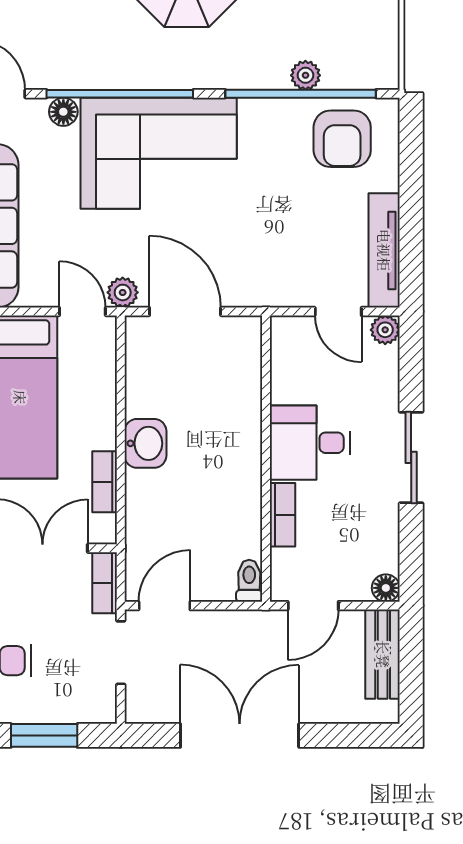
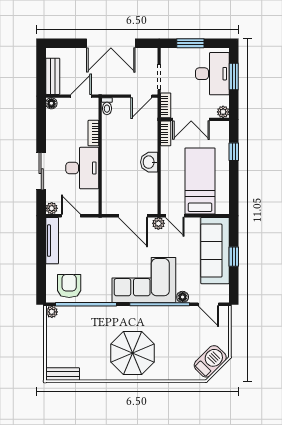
plant: (305, 75) -> (52, 312), moved
desk: (310, 443) -> (82, 168), width x1.37
sliding door: (411, 457) -> (41, 171), moved
bookcase: (105, 482) -> (166, 133), moved

